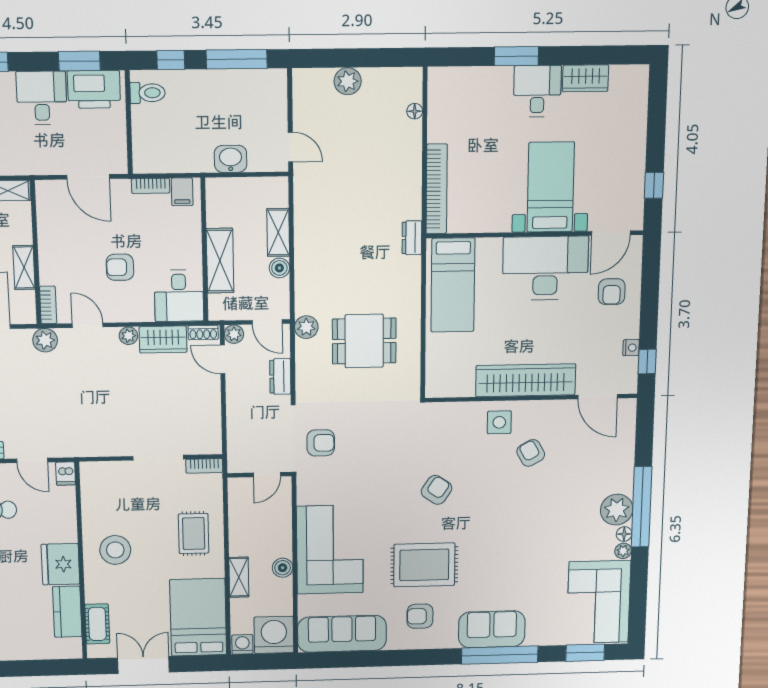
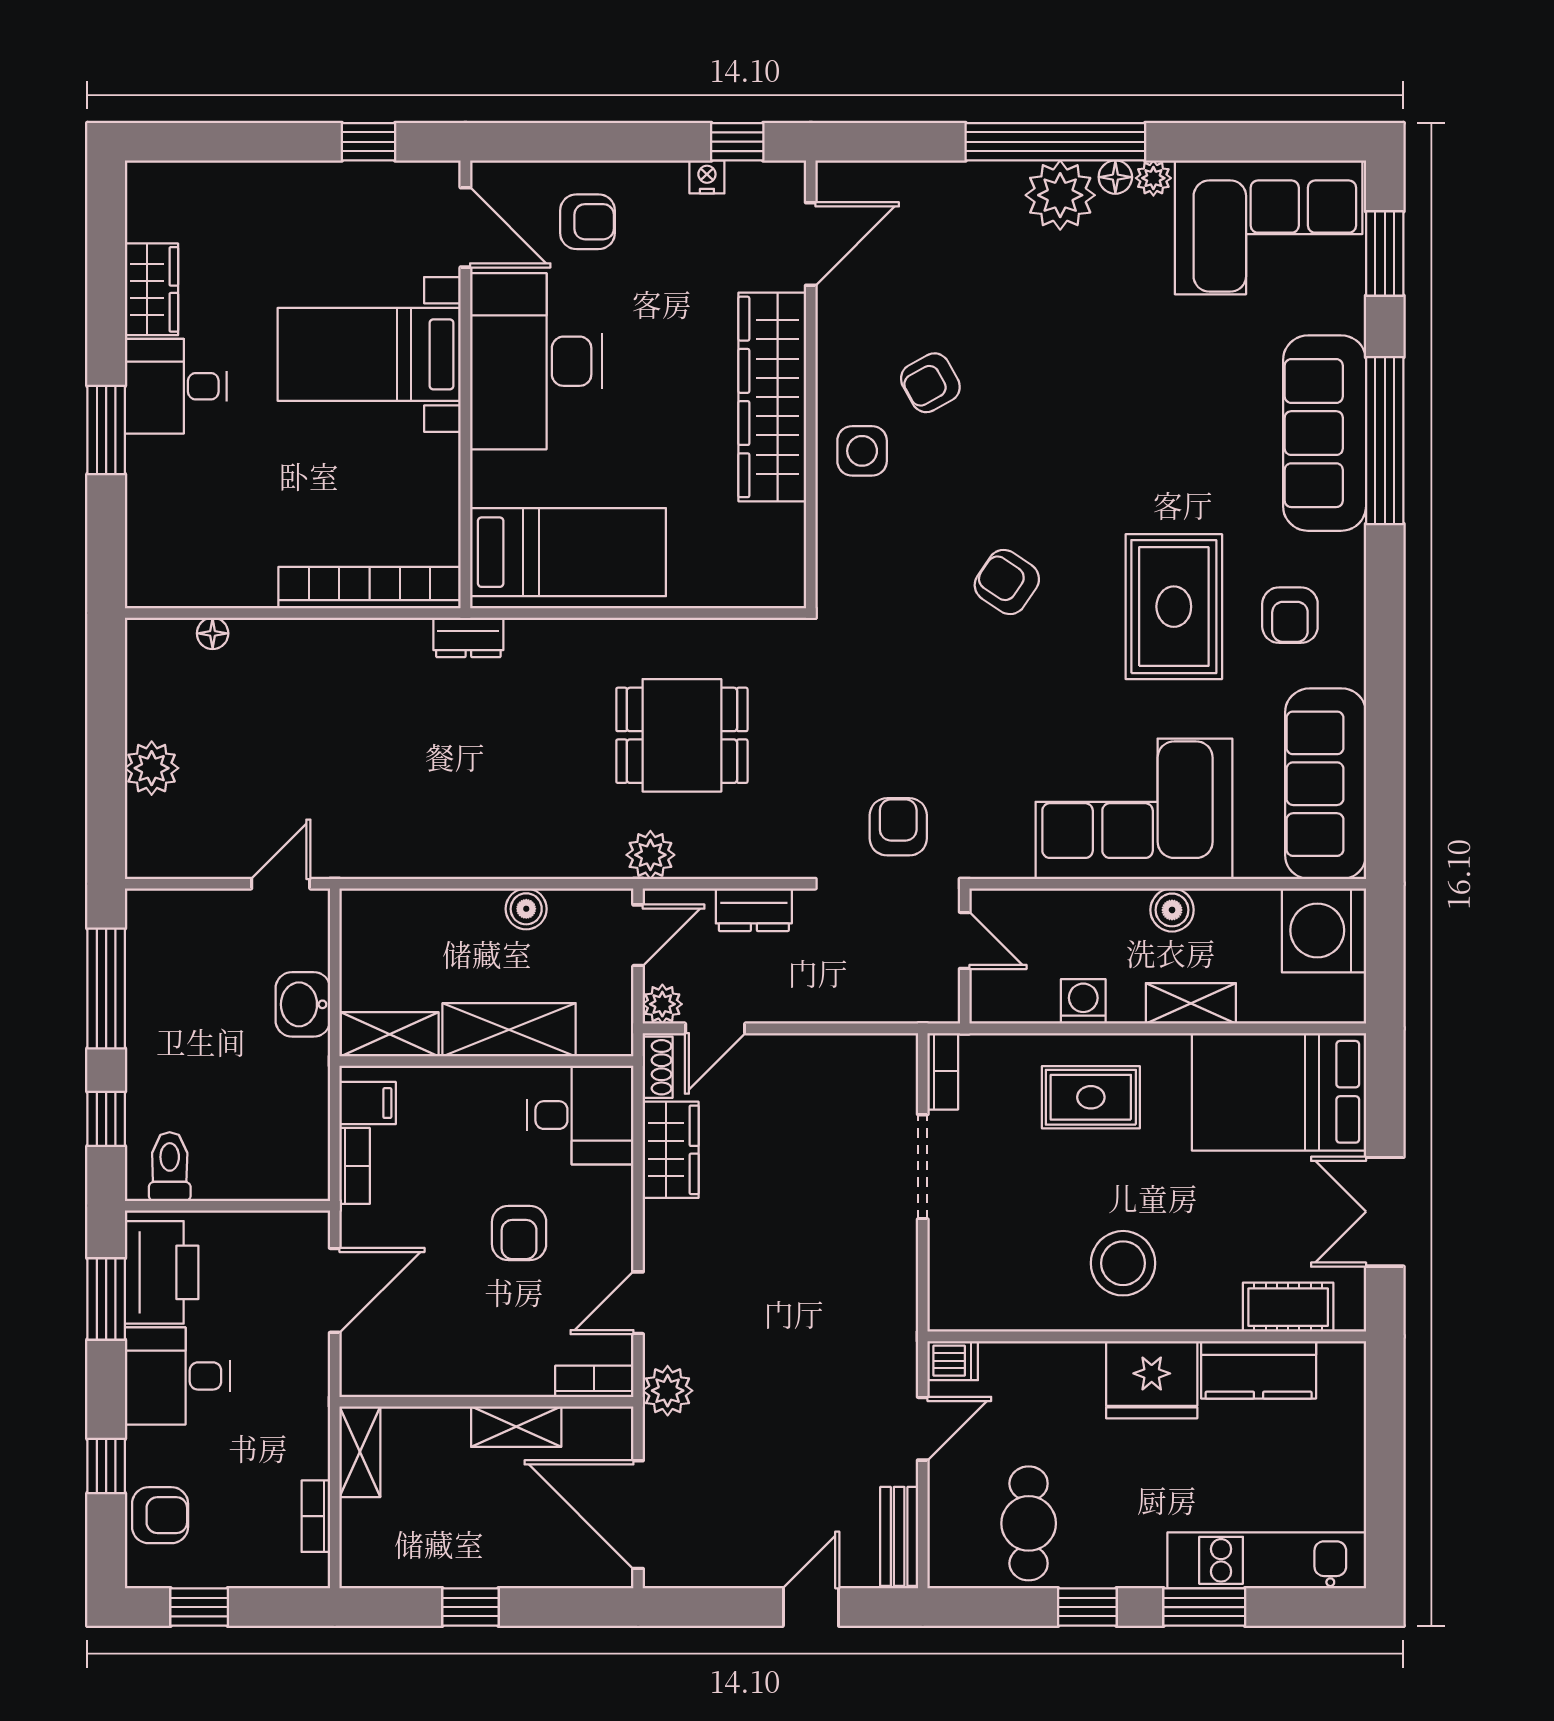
shelving: (278, 232) -> (390, 1034), moved
plant: (128, 336) -> (661, 1220), removed
dining table: (364, 341) -> (682, 735), turned 90
sofa: (492, 629) -> (1325, 433), width x1.36
washing machine: (242, 644) -> (1083, 1001), moved, turned 90

